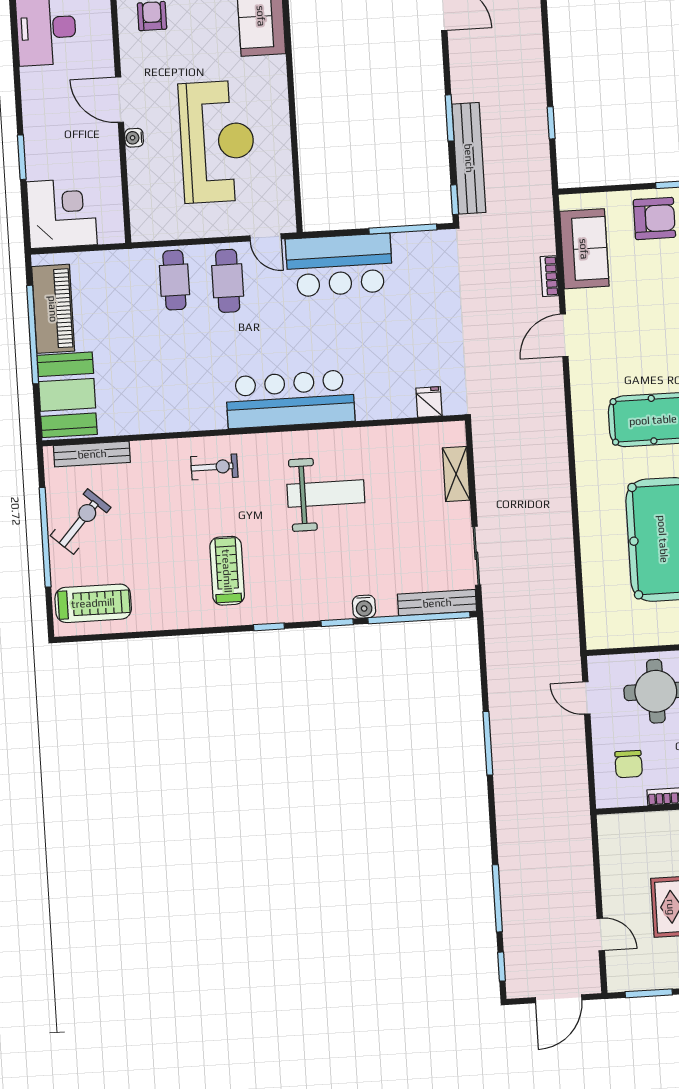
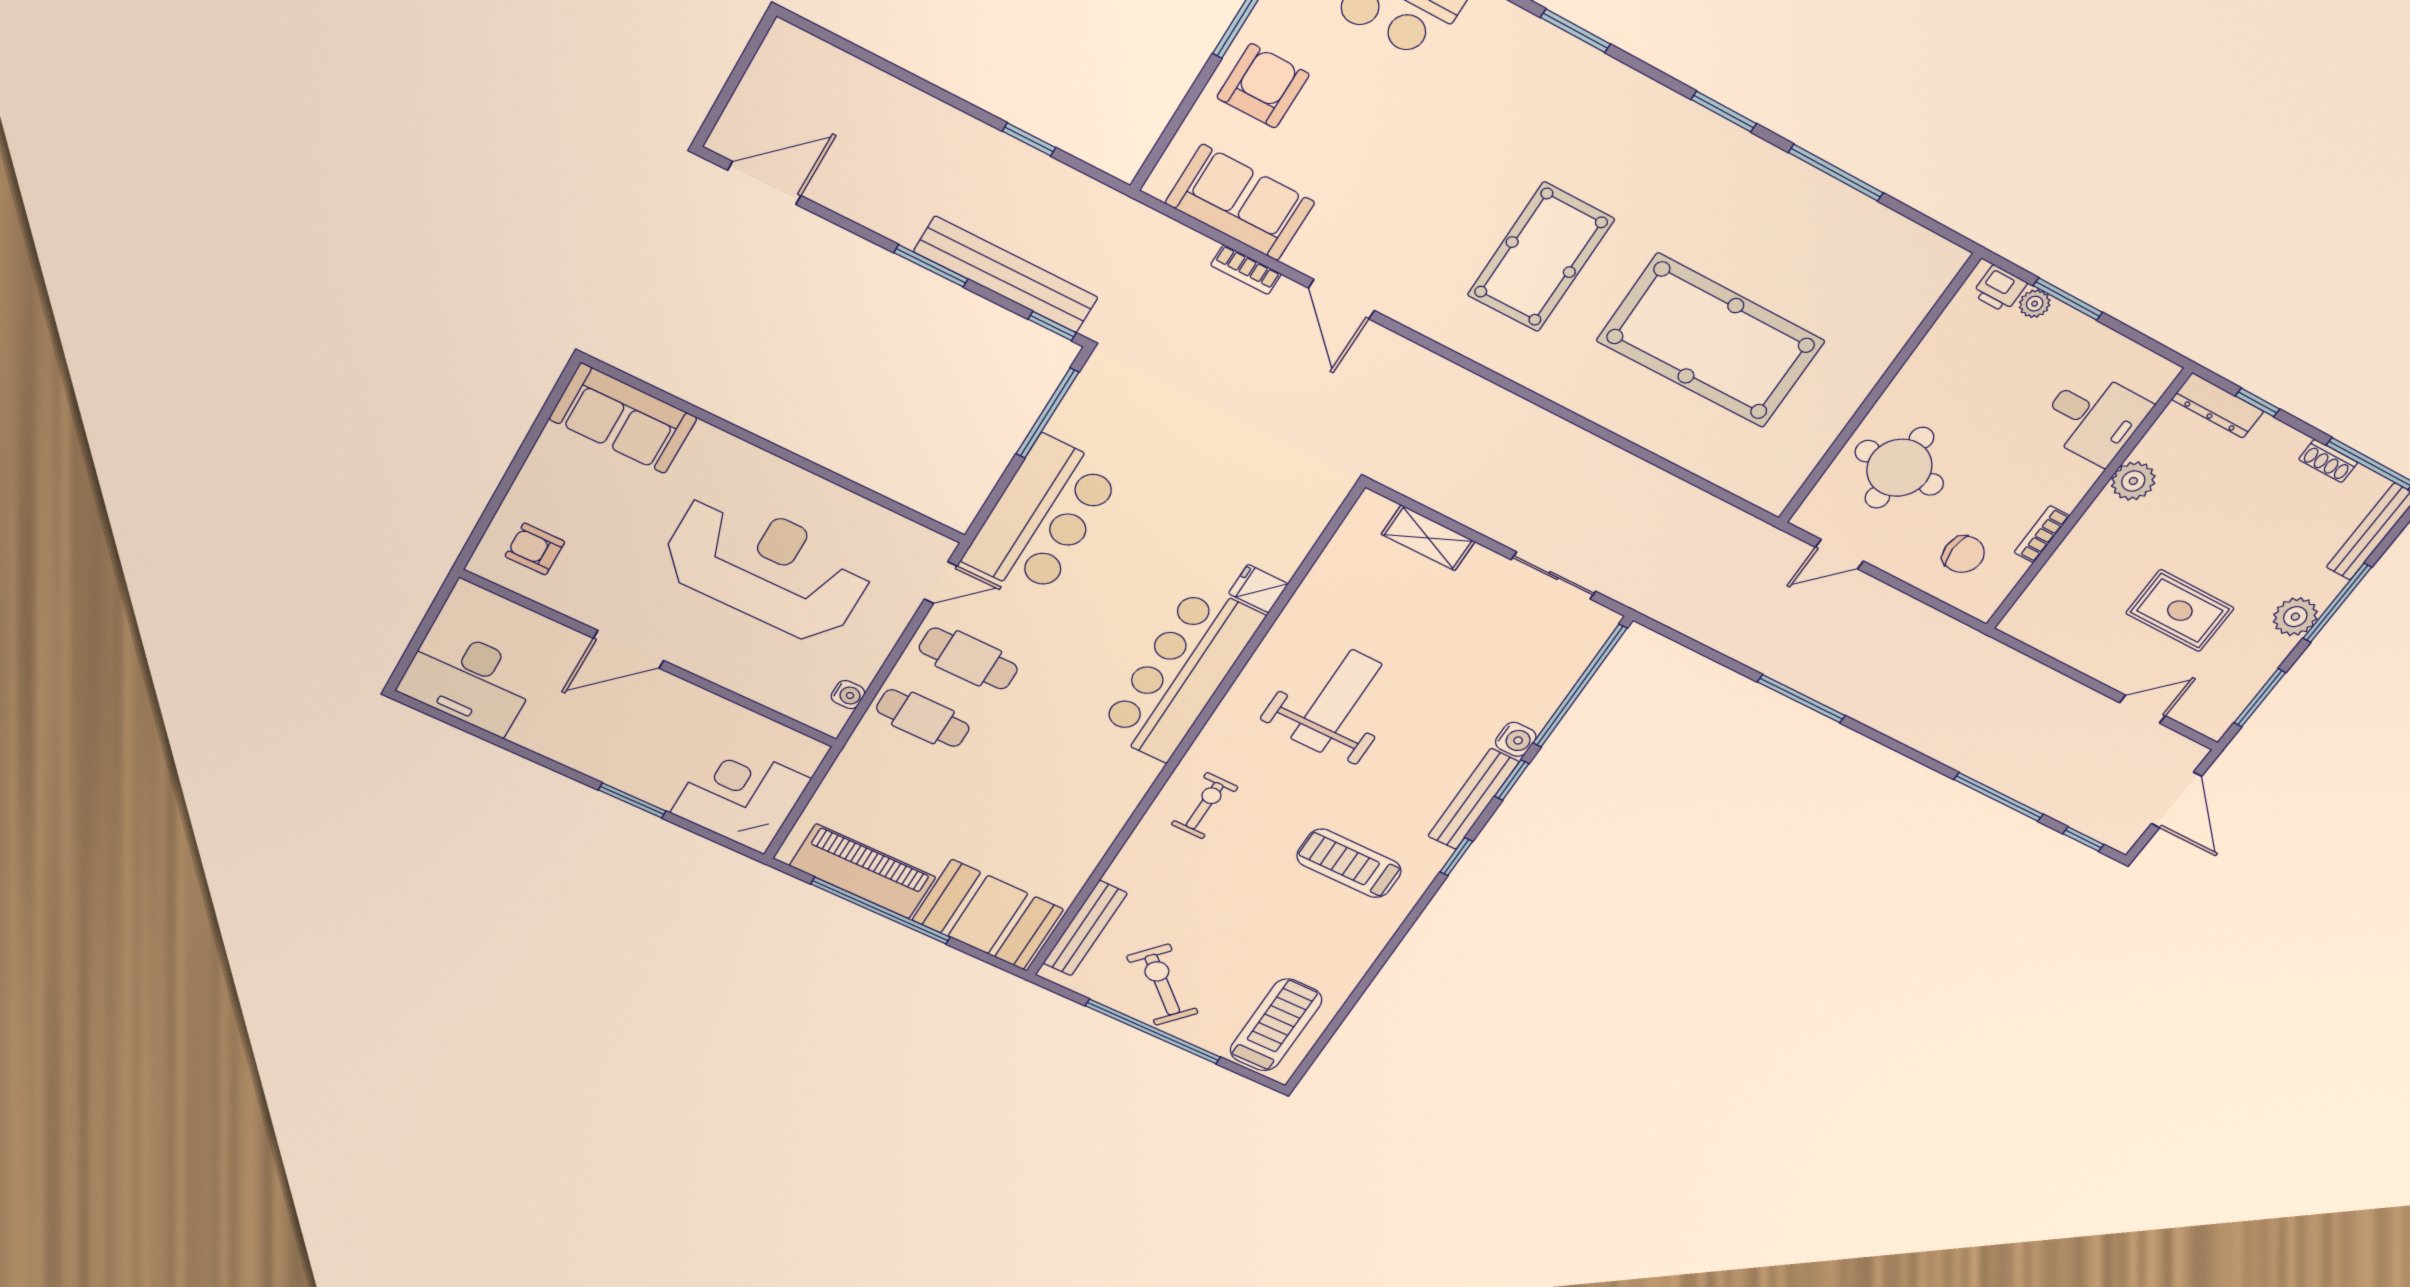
water cooler: (134, 138) -> (848, 695), moved, turned -90
fridge: (429, 402) -> (1258, 589), moved
bench: (437, 603) -> (1473, 799), moved

